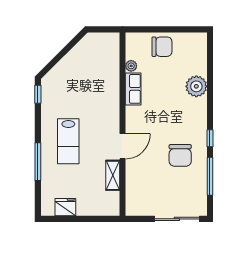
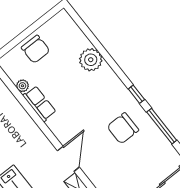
chair: (162, 47) -> (36, 49), turned 90
chair: (180, 155) -> (123, 128), turned 90

